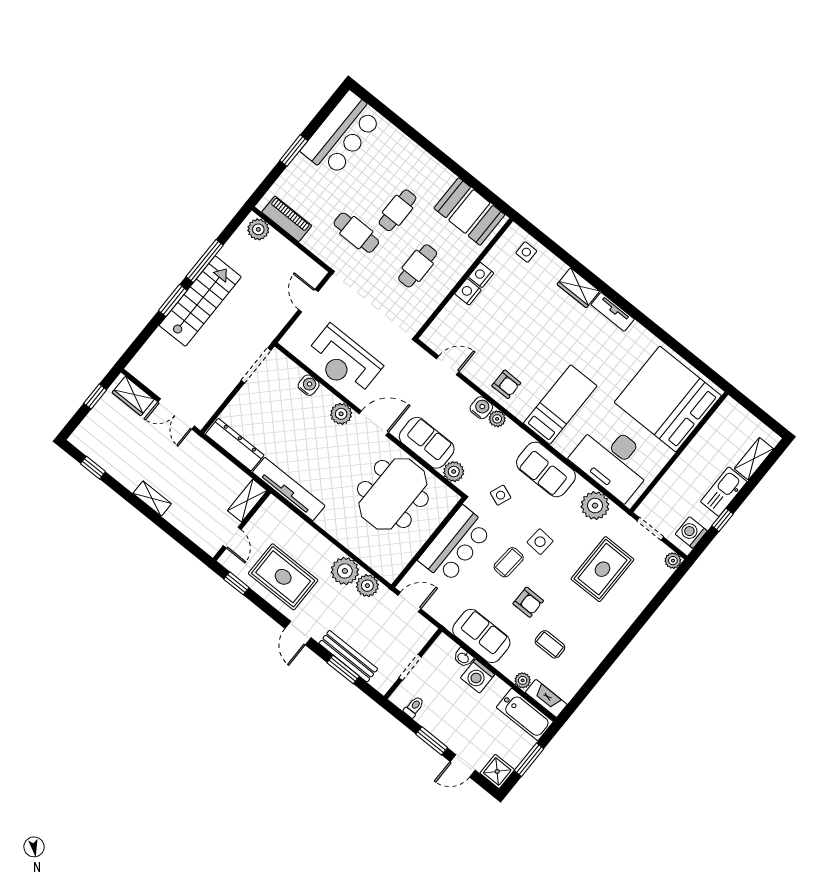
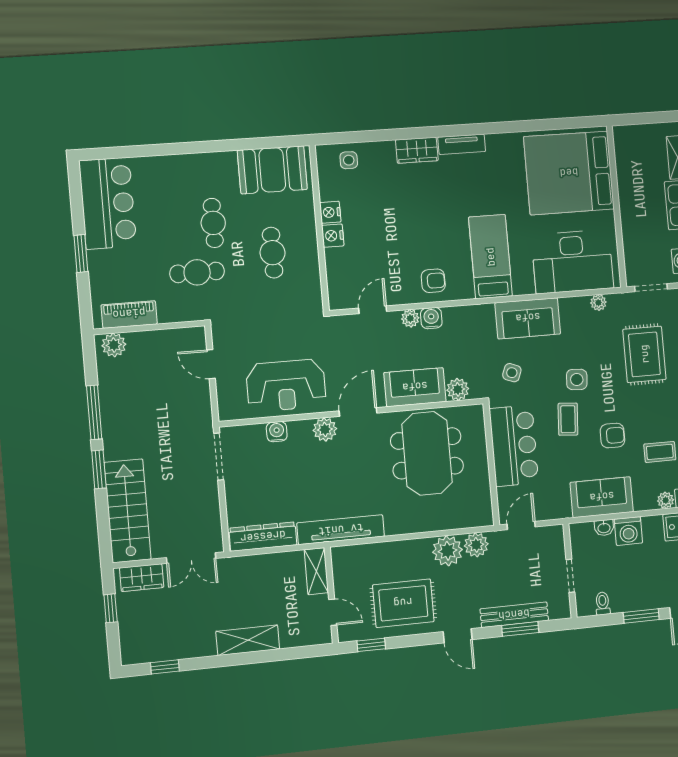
stairs: (200, 301) -> (128, 511), moved
plant: (497, 419) -> (410, 318), moved
shelving: (152, 499) -> (248, 640), width x1.50, depth x1.33
plant: (595, 506) -> (598, 303), width x0.53, depth x0.53

